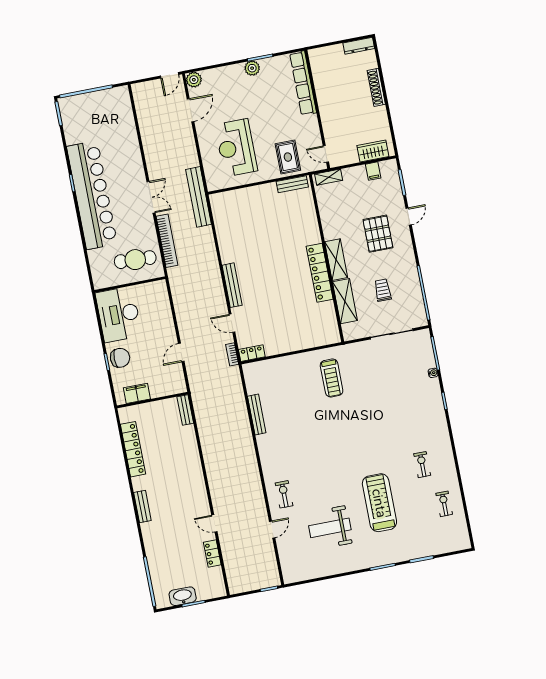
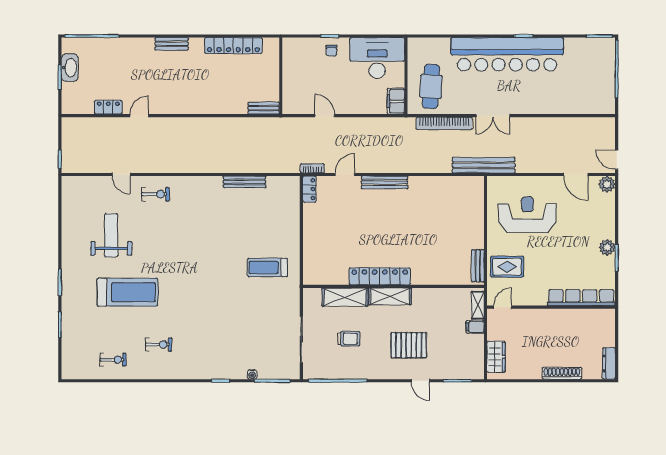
filing cabinet: (373, 171) -> (475, 327), moved
chair: (120, 358) -> (331, 51), width x0.54, depth x0.54
filing cabinet: (137, 393) -> (396, 101), moved, turned 180

